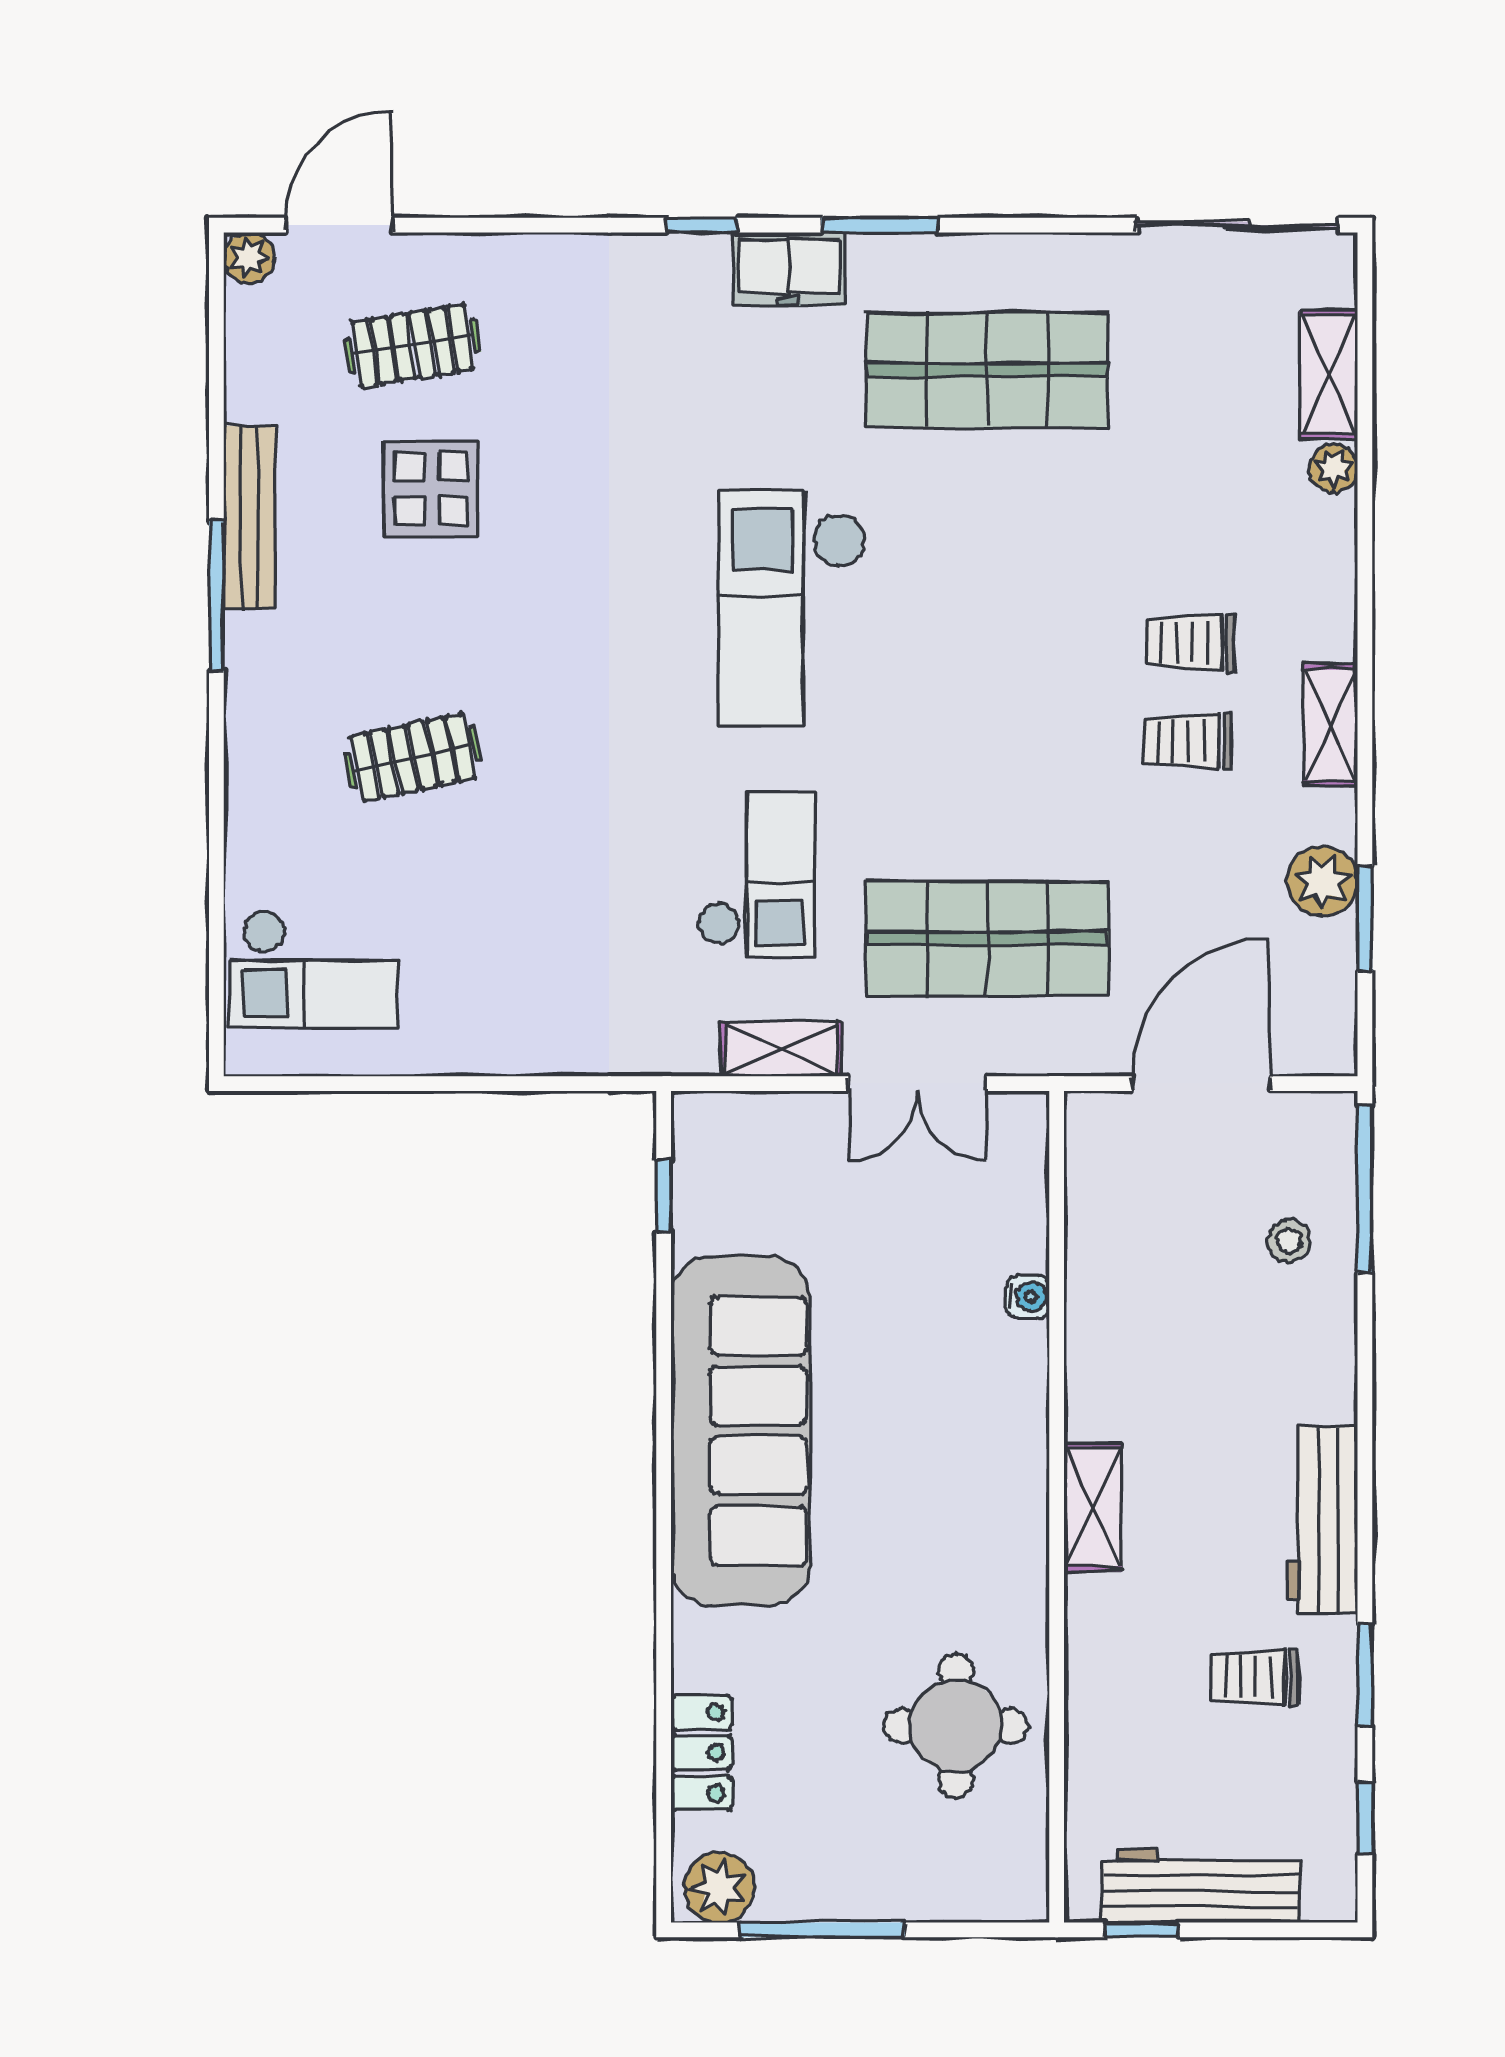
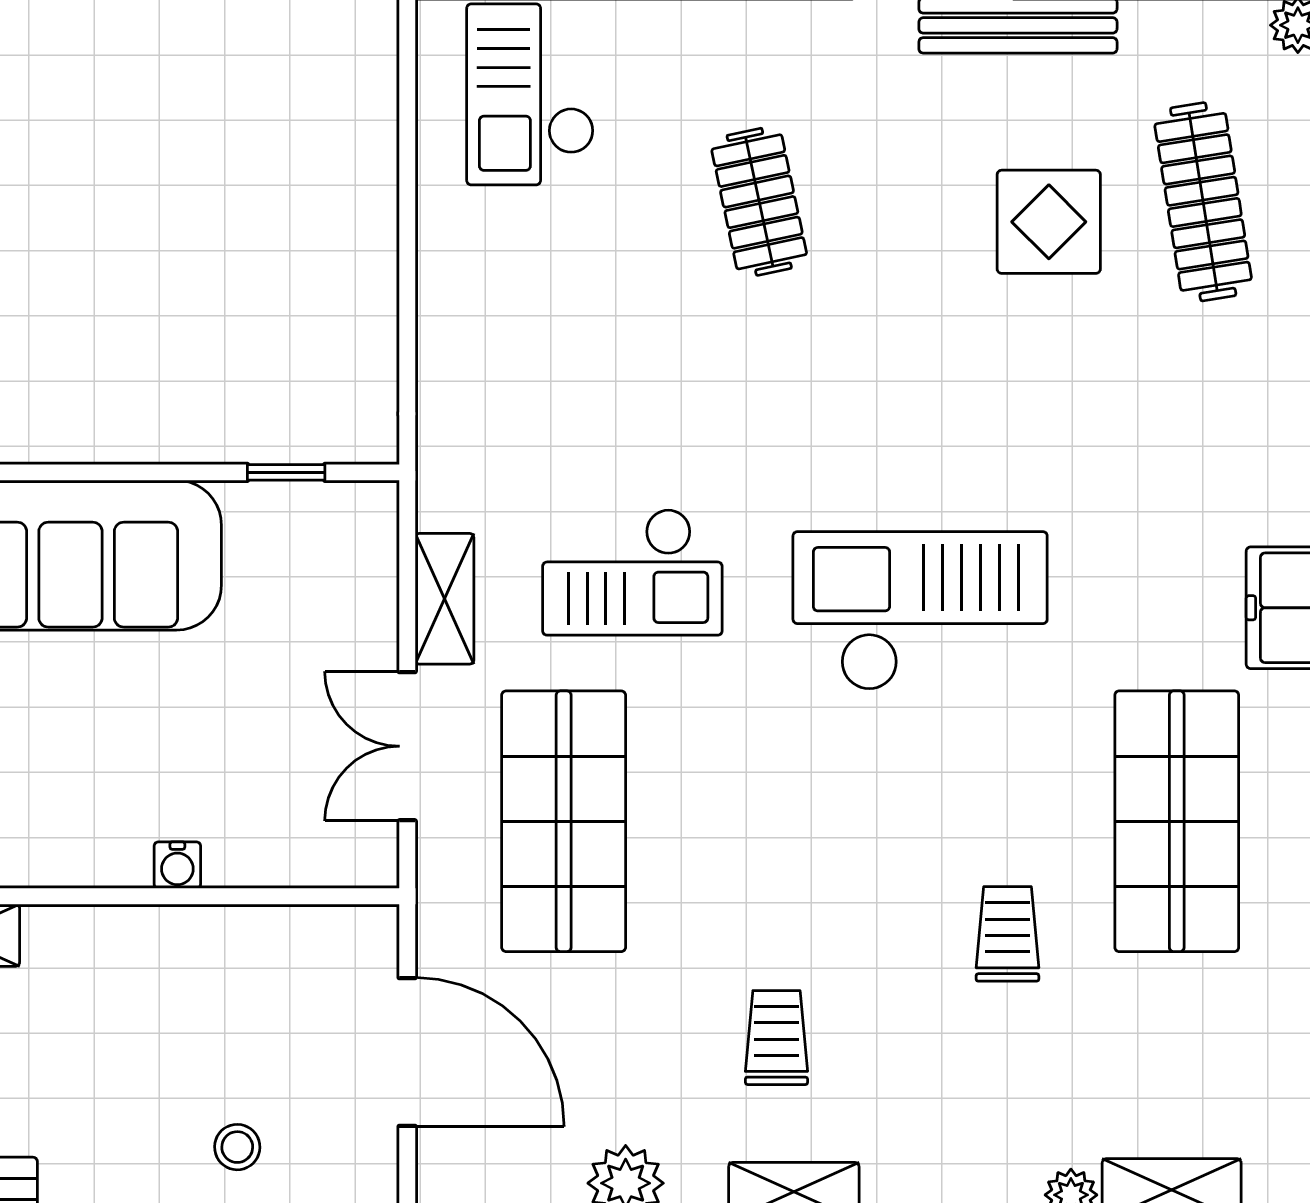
clothes rail: (413, 346) -> (1203, 202), width x1.36
trolley: (1190, 643) -> (1007, 934), moved

